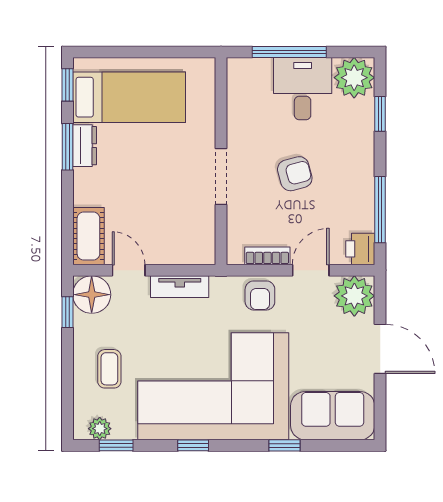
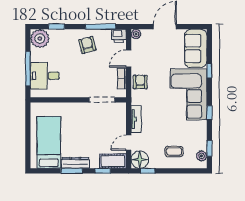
window: (67, 85) -> (103, 171), moved
desk: (303, 89) -> (45, 76), moved
dresser: (85, 146) -> (75, 163), width x1.44
armchair: (295, 174) -> (87, 45), moved
doorway: (221, 177) -> (102, 100), moved
door: (311, 270) -> (129, 59), hinge flipped
armchair: (260, 295) -> (140, 82), turned -90
plant: (354, 296) -> (136, 34), width x0.53, depth x0.53
corner sofa: (213, 386) -> (189, 94), width x0.73, depth x0.74

